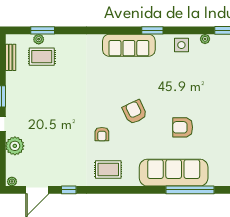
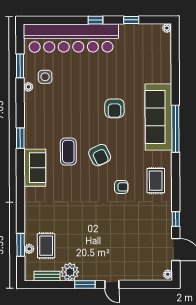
sofa: (129, 45) -> (35, 168), width x0.73
side table: (181, 45) -> (45, 77), moved
coffee table: (138, 80) -> (68, 152), added
armchair: (135, 112) -> (100, 155), turned -90
plant: (15, 146) -> (70, 272), moved
window: (190, 190) -> (175, 129), moved

